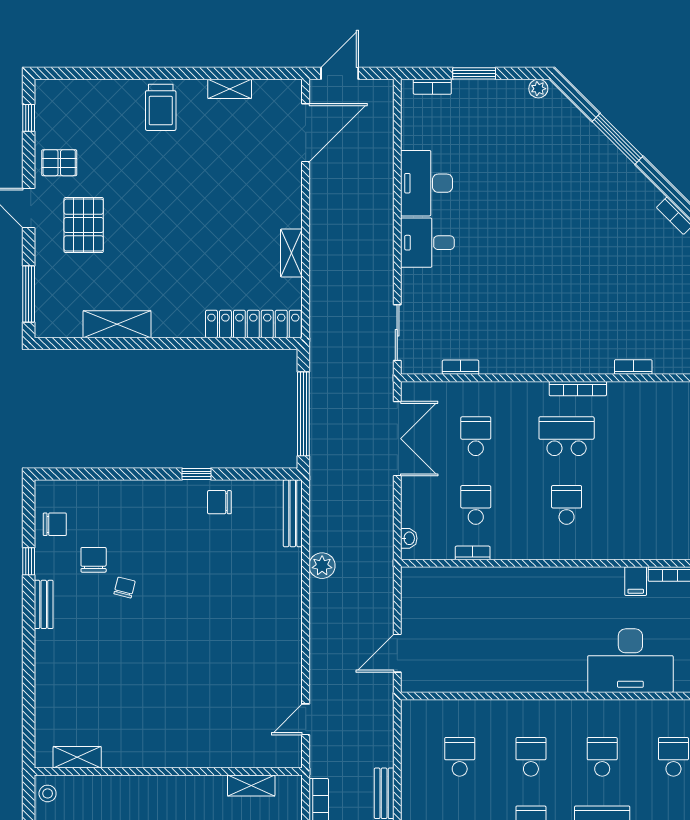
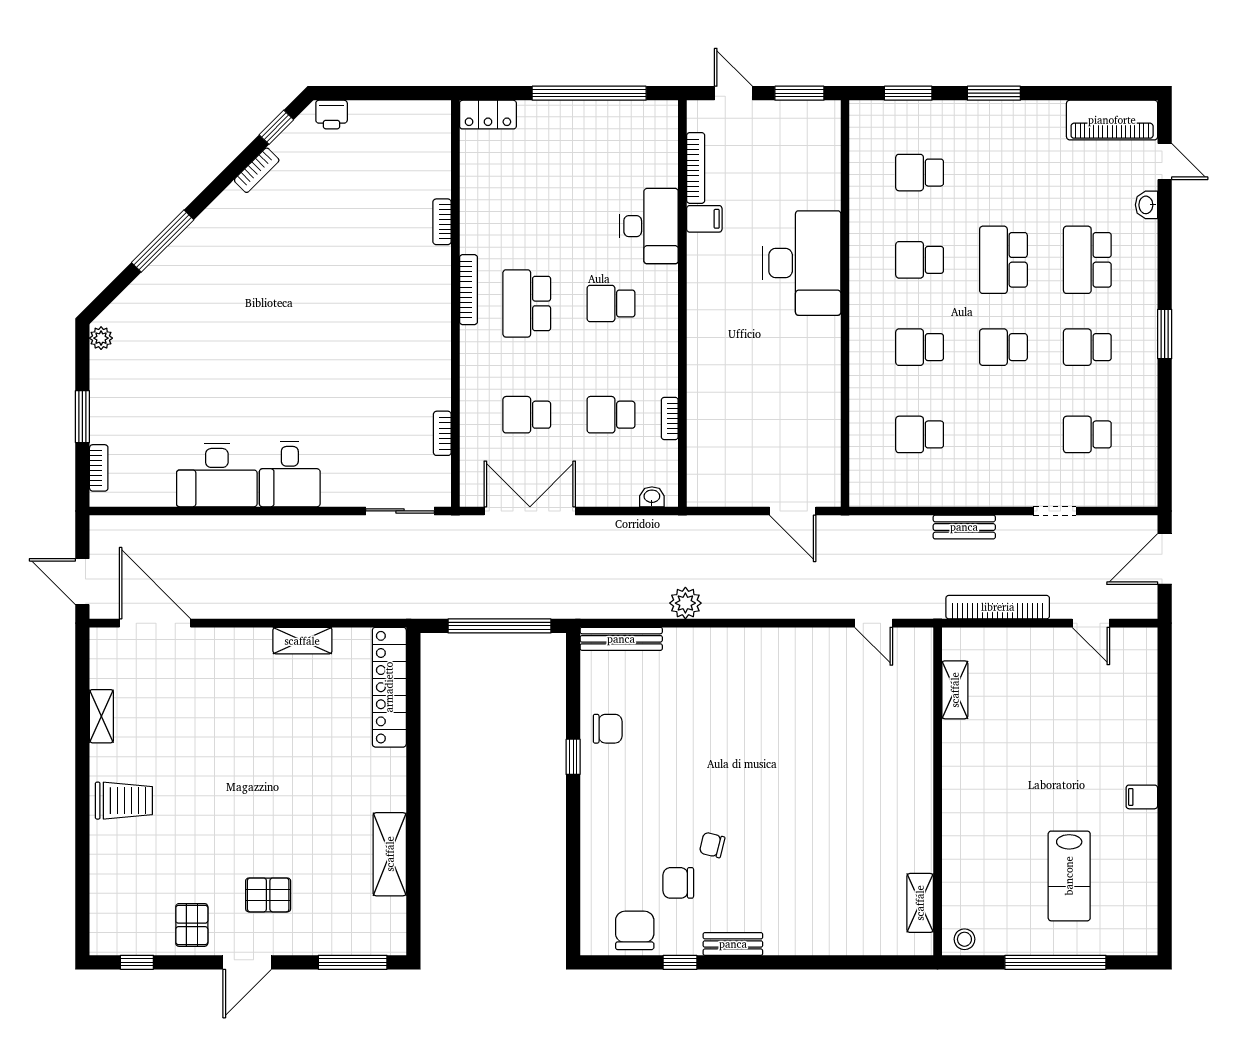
pallet: (84, 225) -> (268, 895), width x0.67, depth x0.71
chair: (219, 502) -> (608, 729), turned -90
chair: (55, 524) -> (635, 930), width x1.37, depth x1.37
desk: (630, 536) -> (649, 226), added
desk: (630, 661) -> (802, 263), moved

